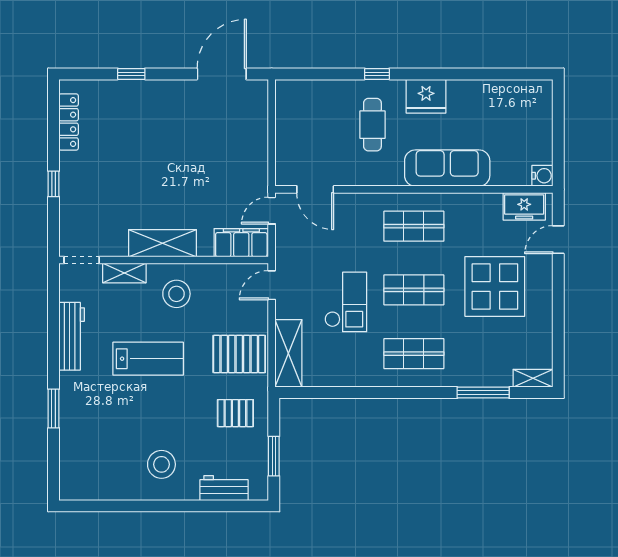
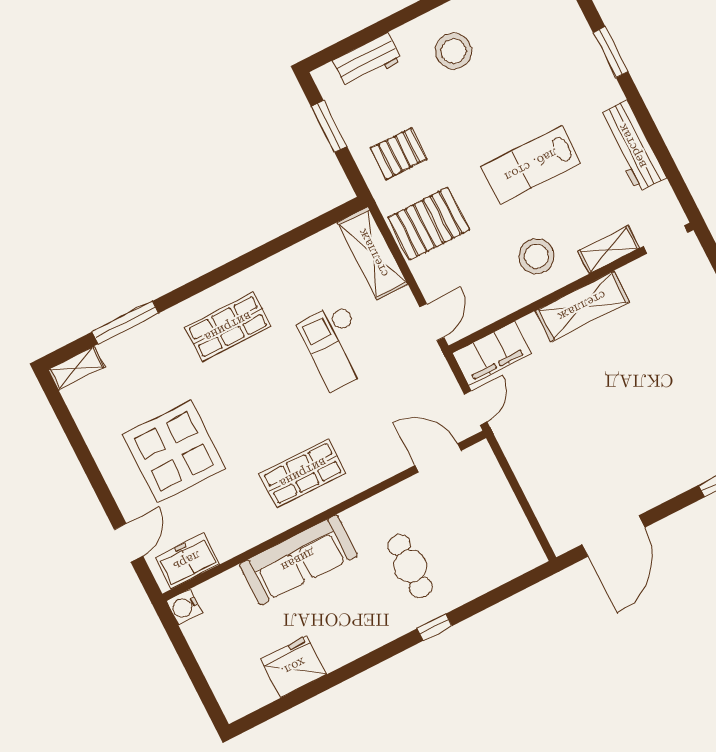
fridge: (426, 96) -> (293, 667), moved
shop shelf: (414, 290) -> (265, 400), removed

